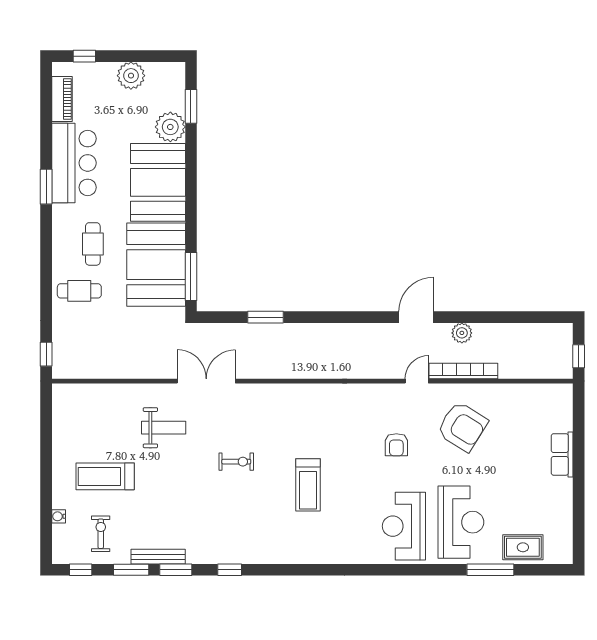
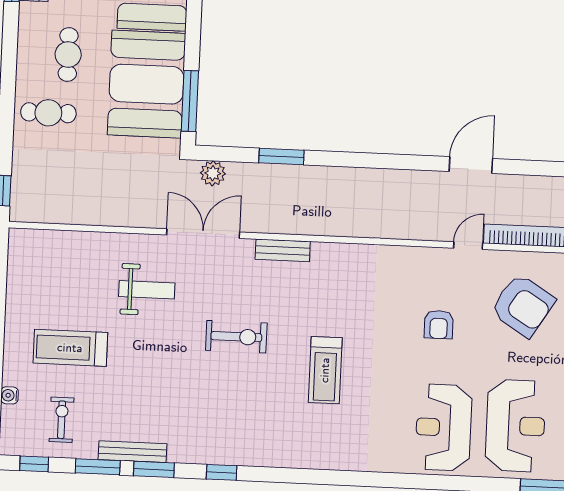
plant: (462, 333) -> (213, 173), moved
bench: (270, 392) -> (283, 250), added
exercise bike: (236, 462) -> (236, 337), width x1.38, depth x1.39

